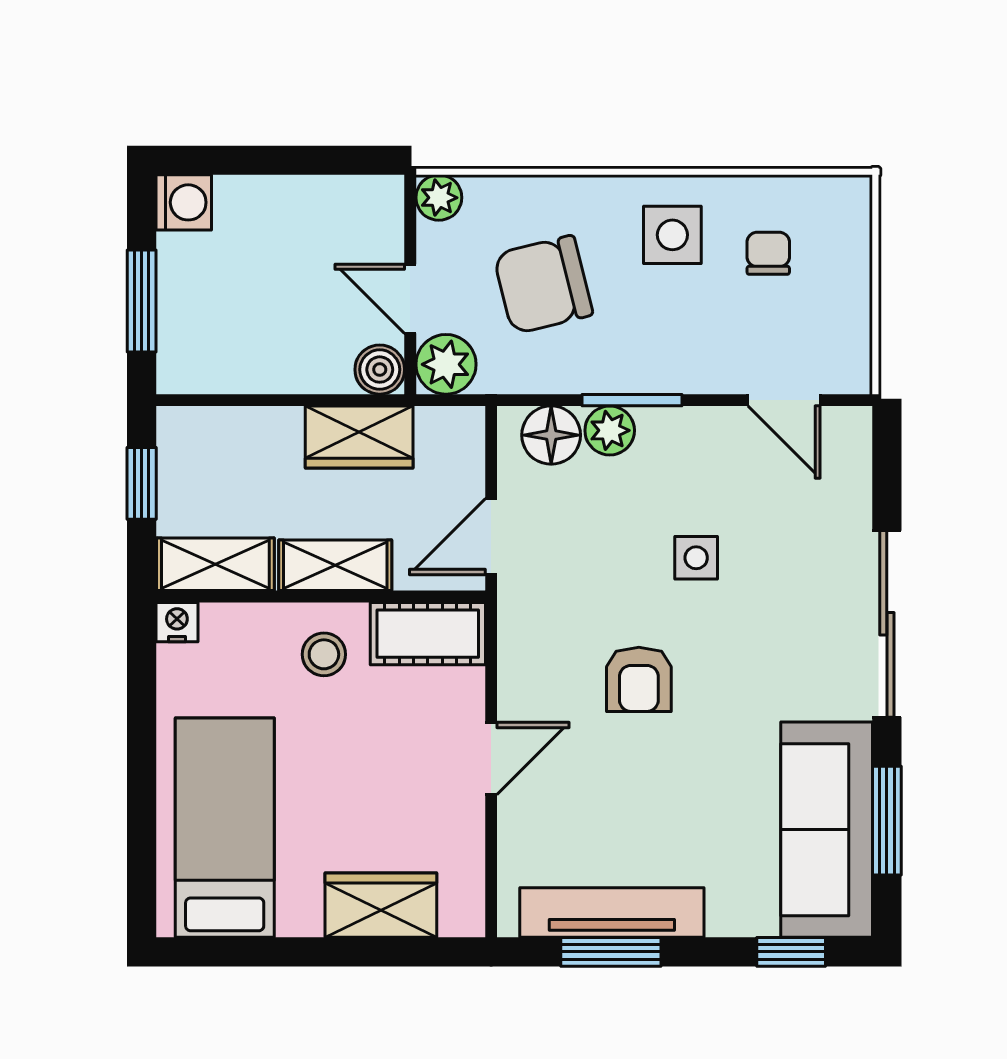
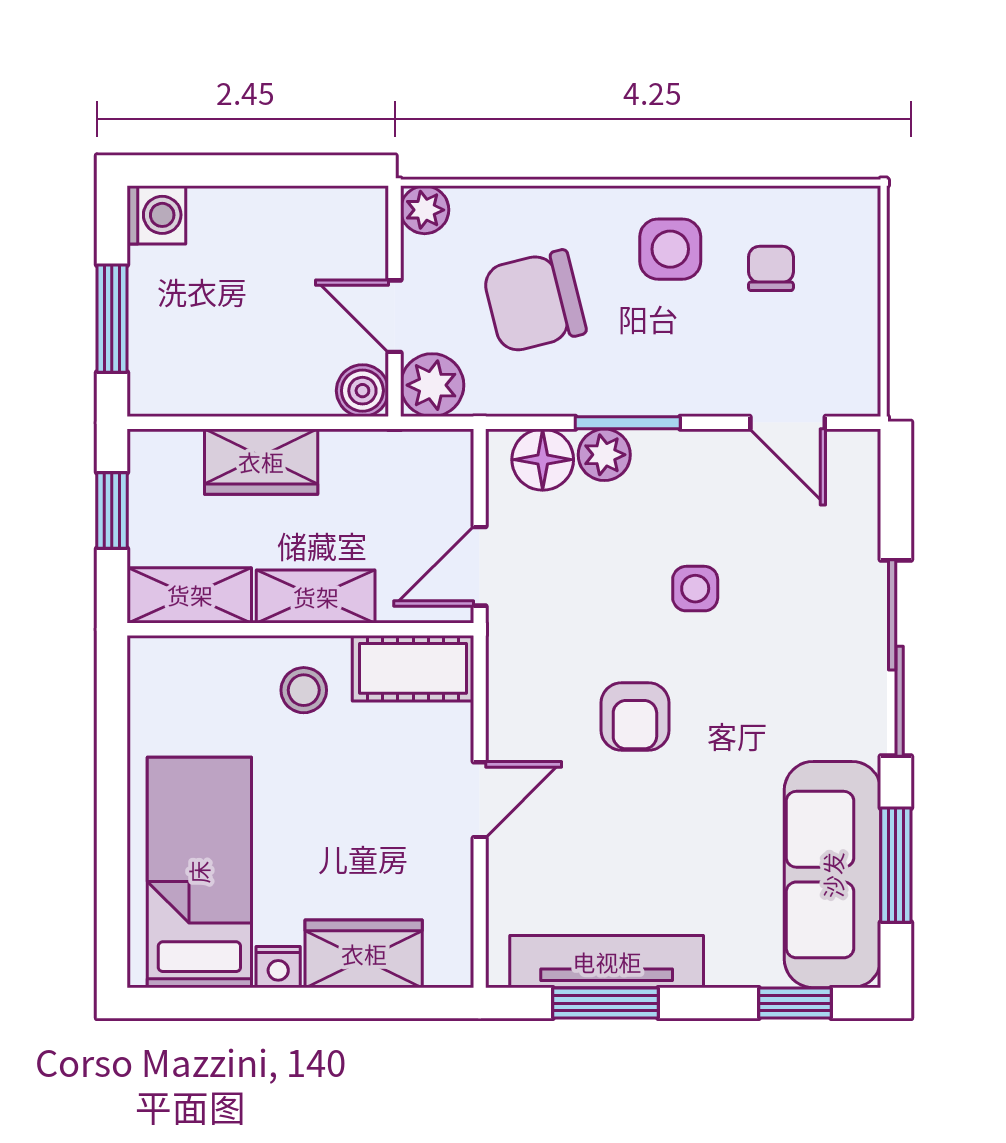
wardrobe: (359, 437) -> (261, 462), moved
nightstand: (177, 622) -> (278, 967), moved, turned 180

